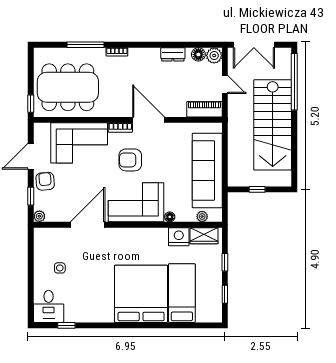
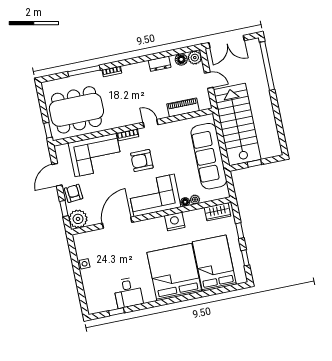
piano: (204, 109) -> (183, 107), moved
door: (149, 120) -> (151, 123), width x0.53
stairs: (273, 125) -> (237, 125), moved, turned 180
plant: (39, 216) -> (78, 219), width x1.88, depth x1.88
plant: (202, 216) -> (195, 200), moved
nightstand: (179, 237) -> (175, 222), moved
side table: (60, 268) -> (85, 264), moved
bed: (182, 293) -> (214, 263), width x1.50
desk: (49, 306) -> (128, 293), moved

